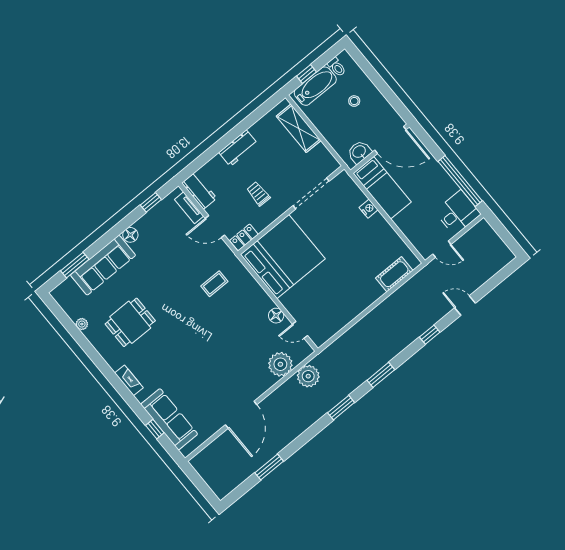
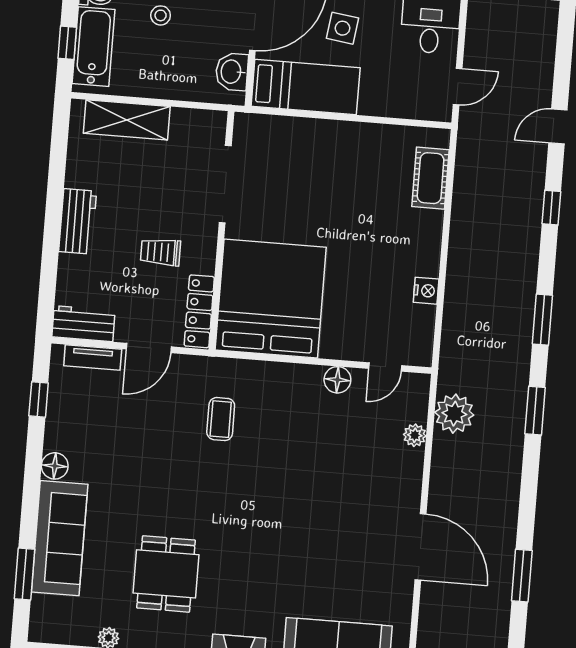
side table: (420, 180) -> (342, 28), added
nightstand: (369, 209) -> (426, 291), moved, turned 90
locker: (244, 237) -> (199, 311), width x1.53
plant: (280, 364) -> (415, 435), width x0.53, depth x0.53

